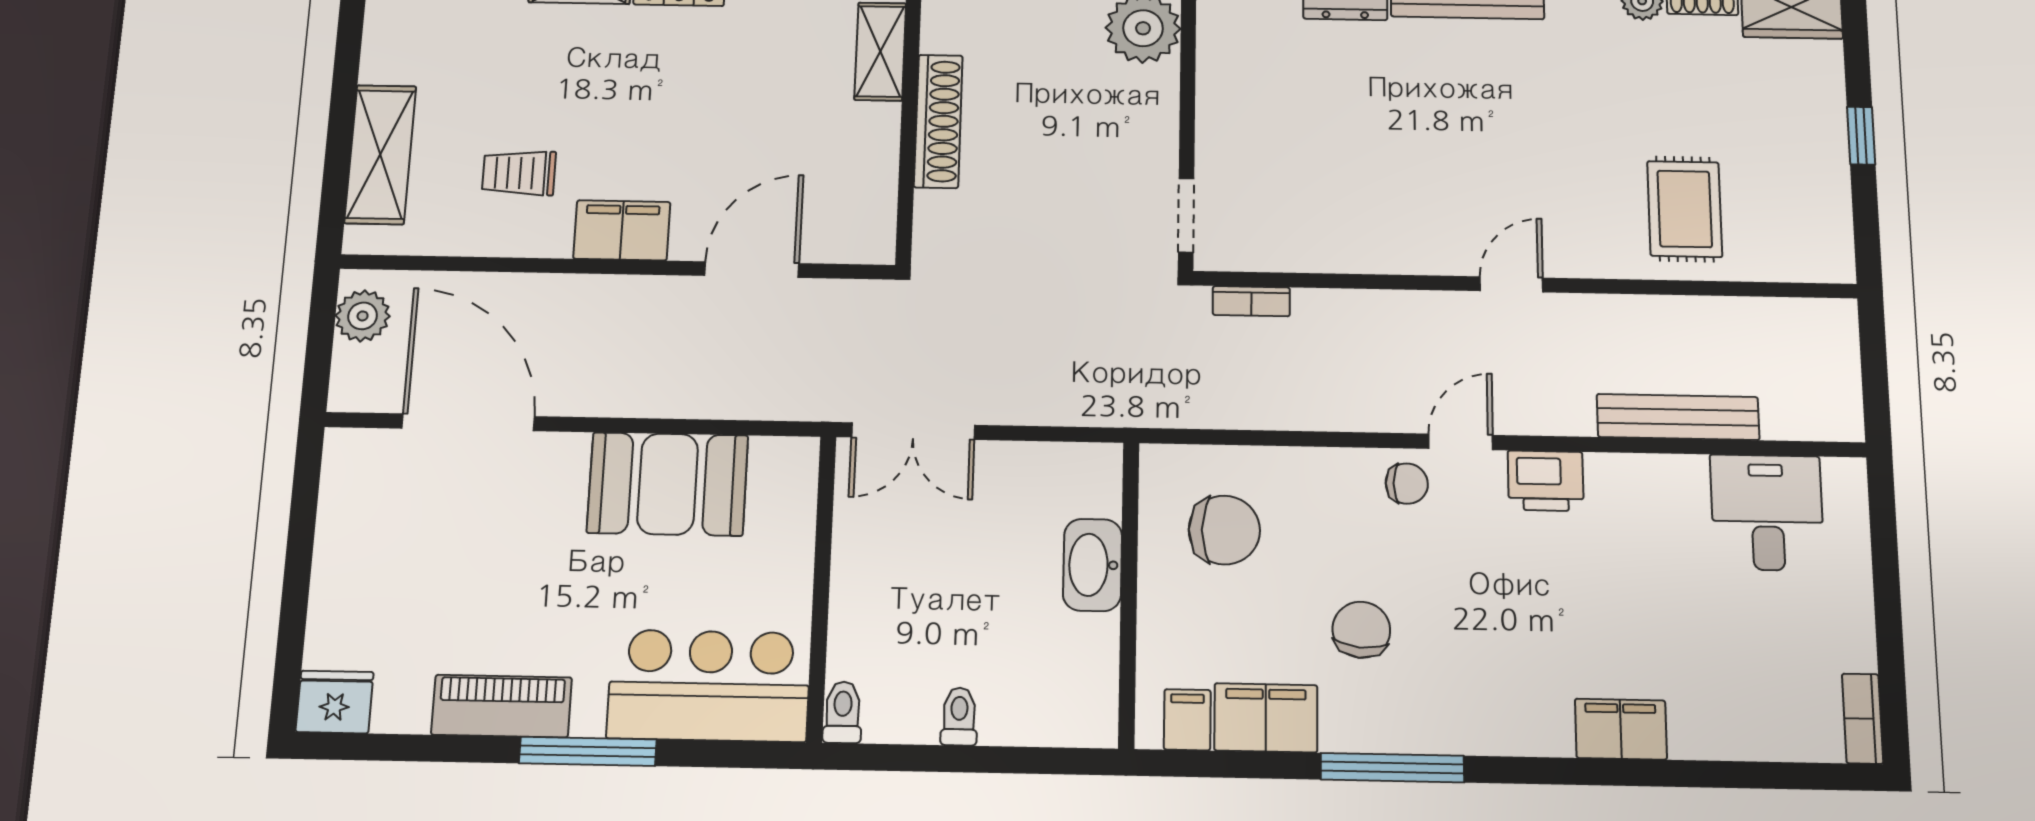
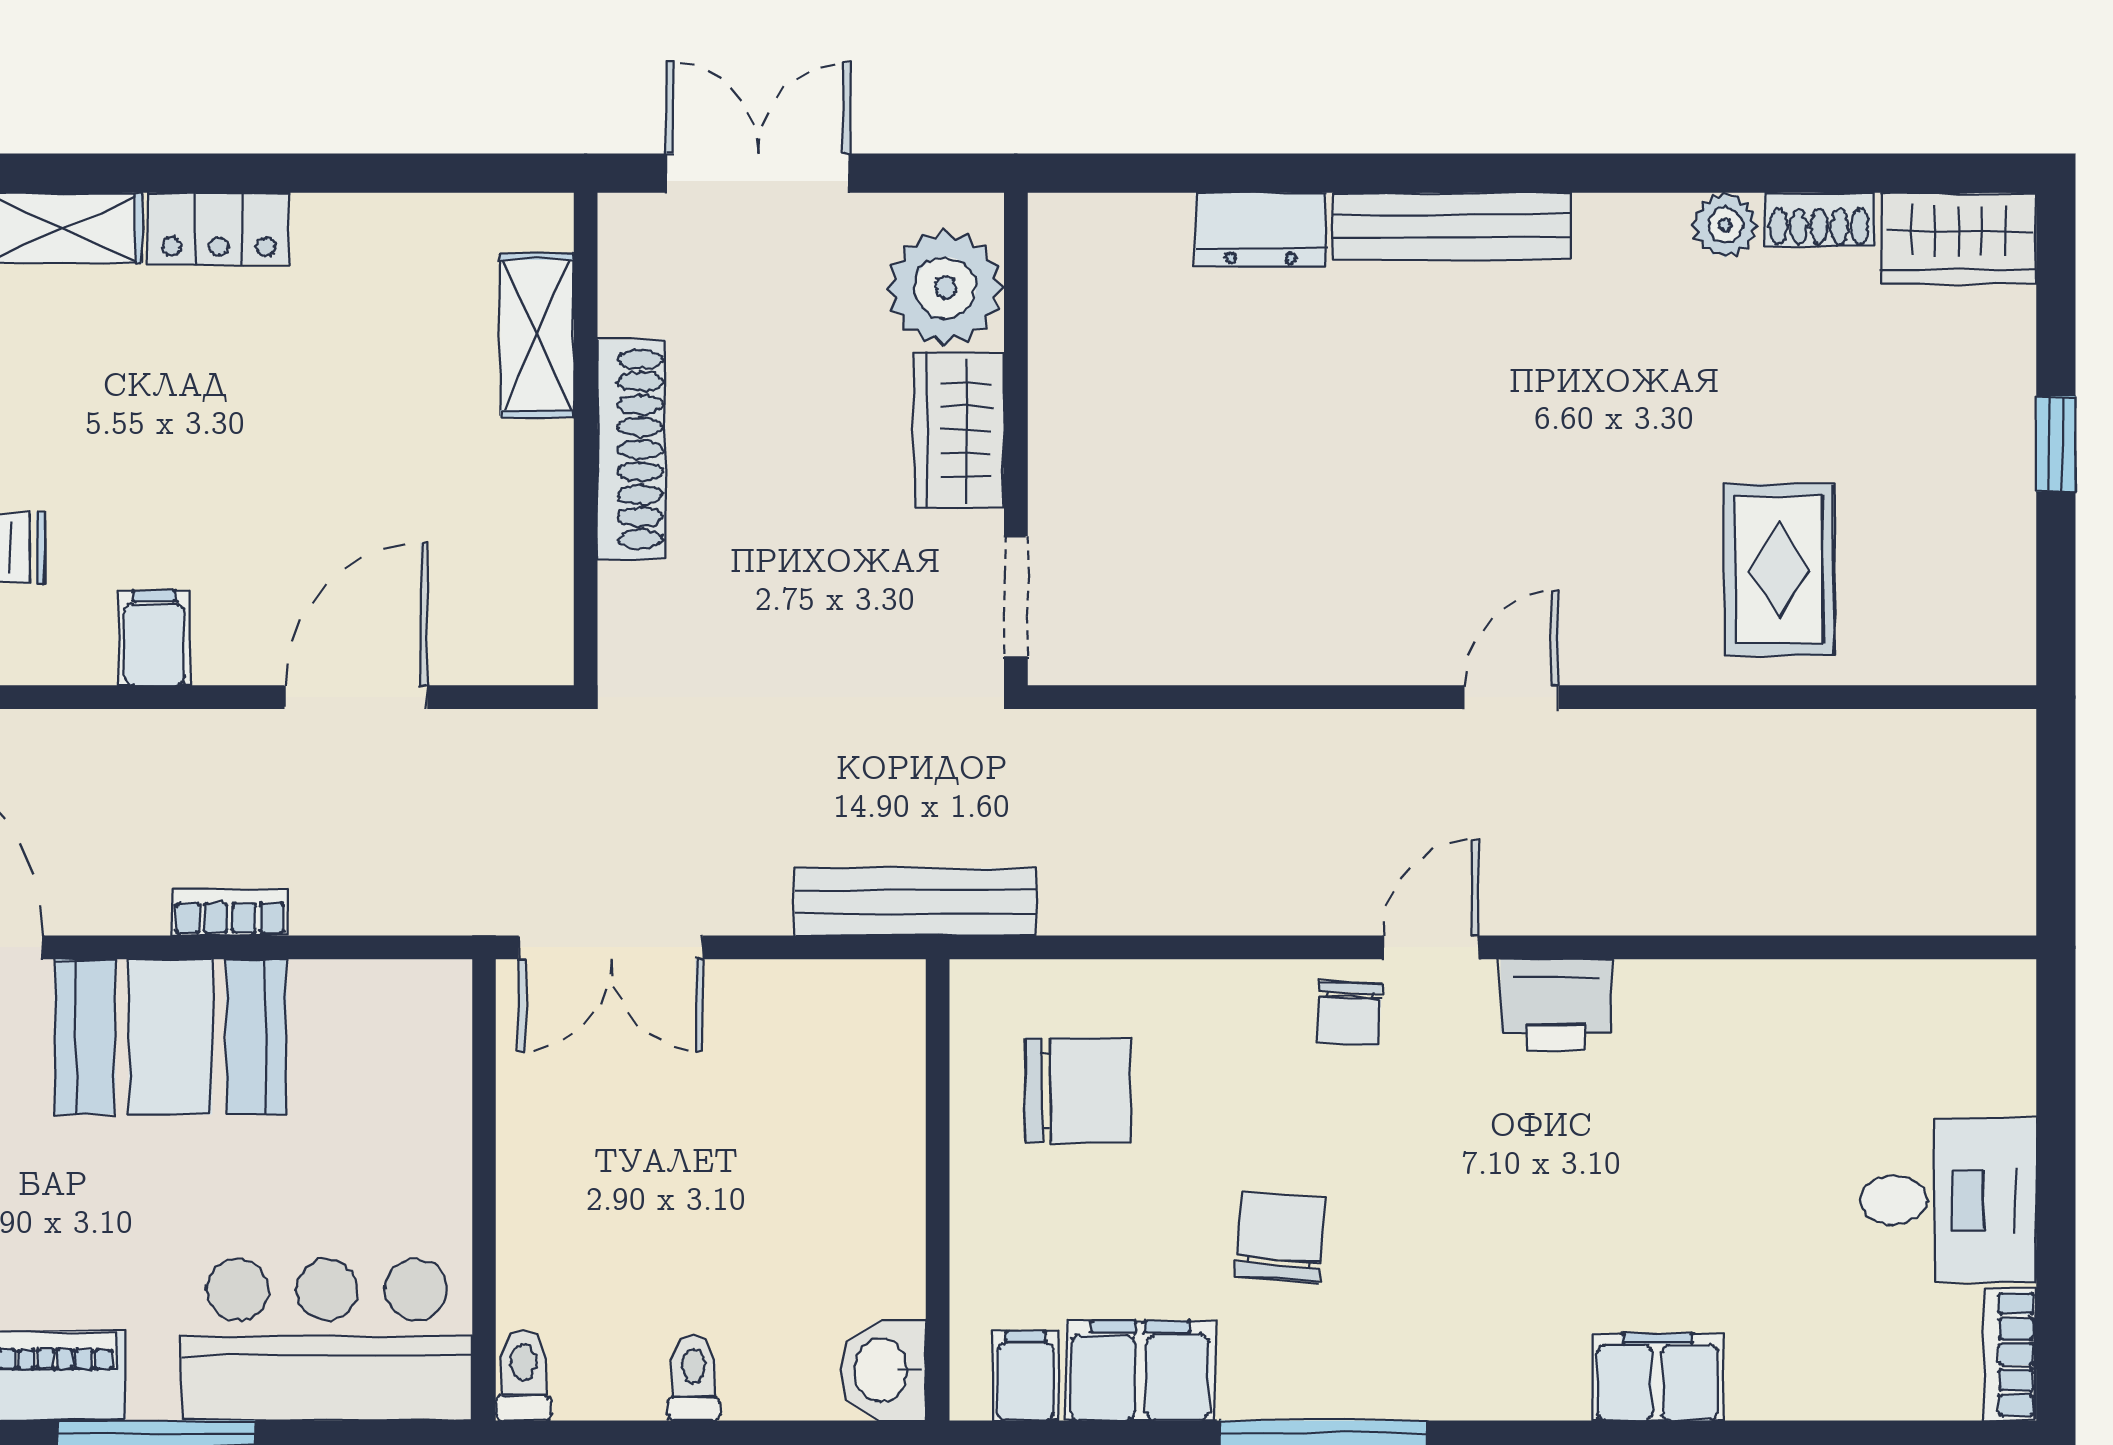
wardrobe: (1151, 114) -> (959, 430), added
filing cabinet: (622, 230) -> (154, 638), width x0.50
bookcase: (1251, 301) -> (230, 912), moved, turned 180
bench: (1678, 417) -> (915, 902), moved
booth: (668, 484) -> (171, 1037), moved
chair: (1407, 484) -> (1349, 1014), turned 93
desk: (1767, 513) -> (1948, 1200), moved, turned 90
washbasin: (1092, 565) -> (883, 1370), moved, width x0.72

